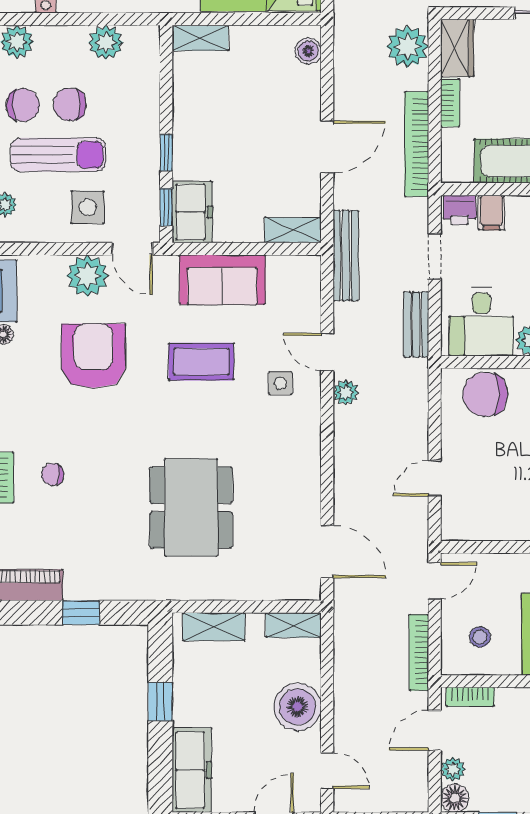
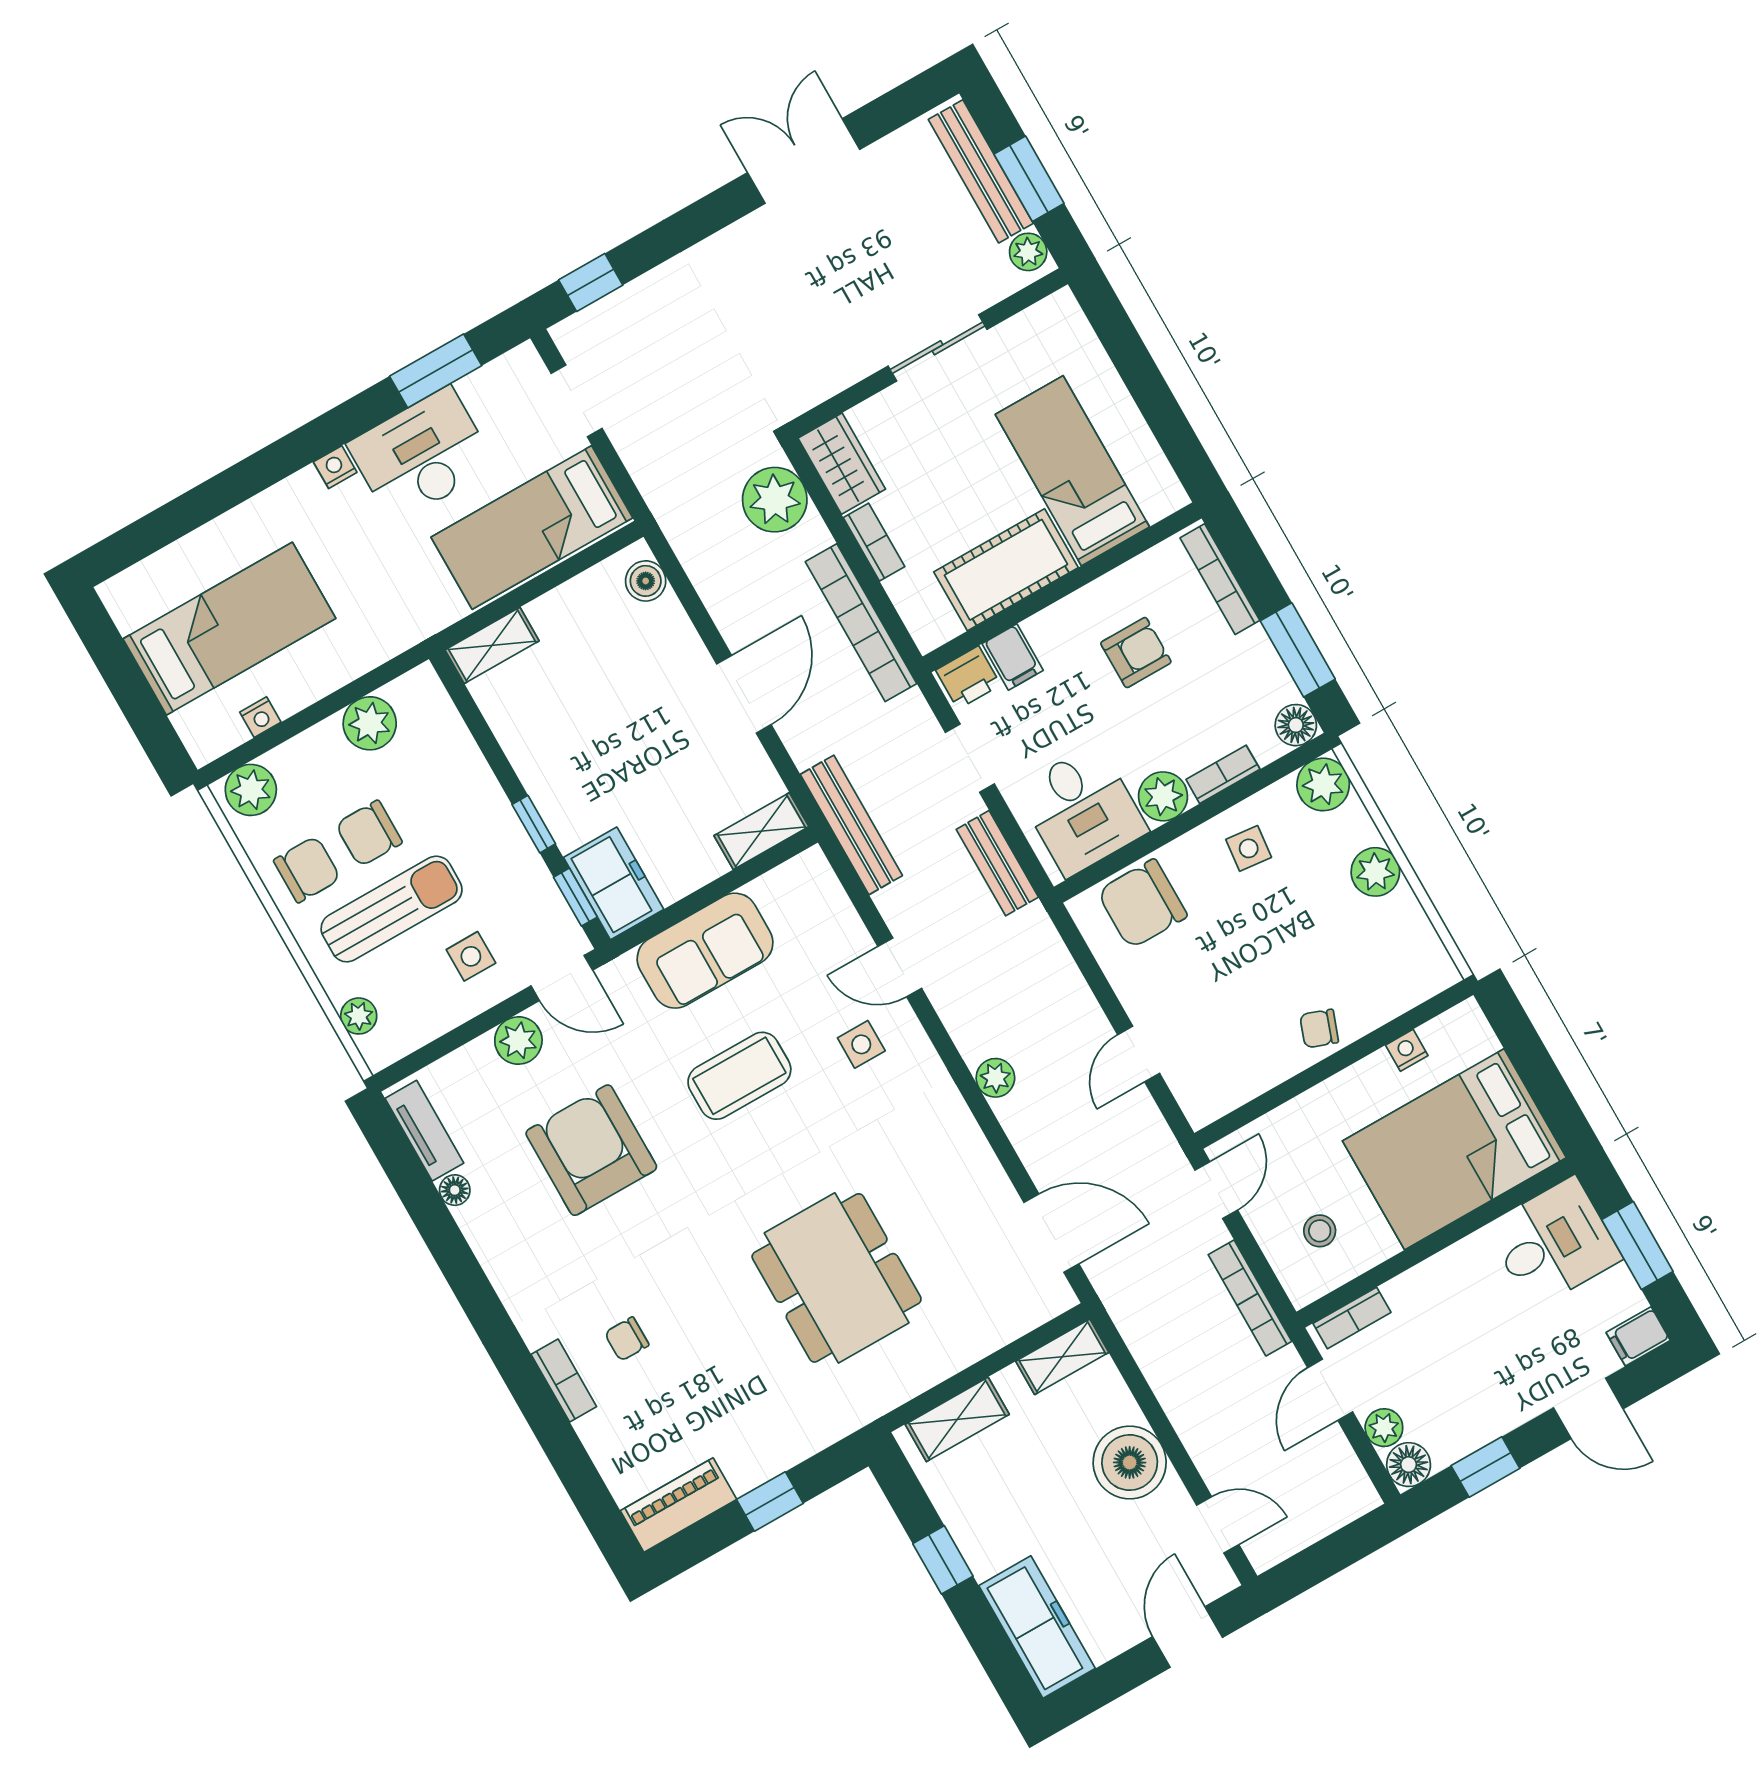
side table: (88, 207) -> (471, 956), width x0.73, depth x0.73
plant: (88, 276) -> (518, 1040), width x0.73, depth x0.73
plant: (346, 392) -> (995, 1078), moved

